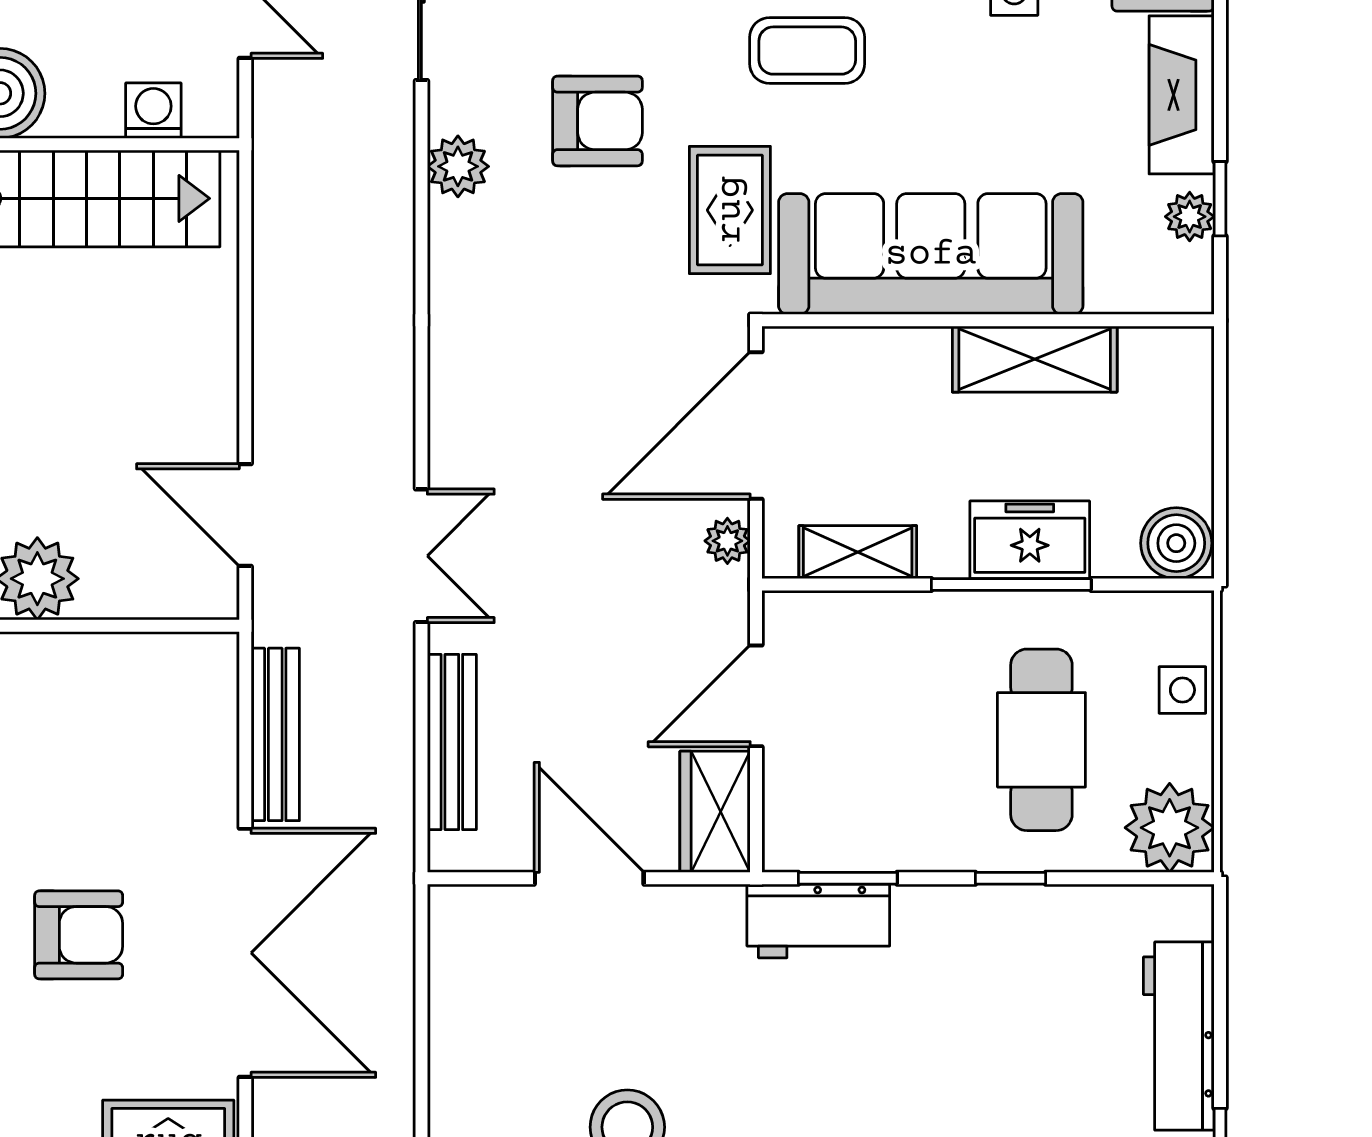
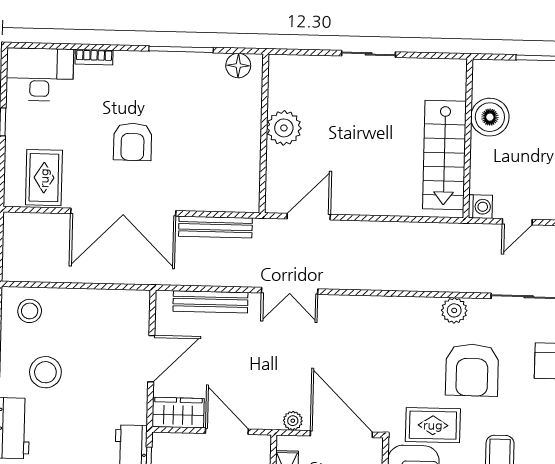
washing machine: (153, 111) -> (480, 207), moved
armchair: (597, 121) -> (472, 370), width x1.36, depth x1.36

